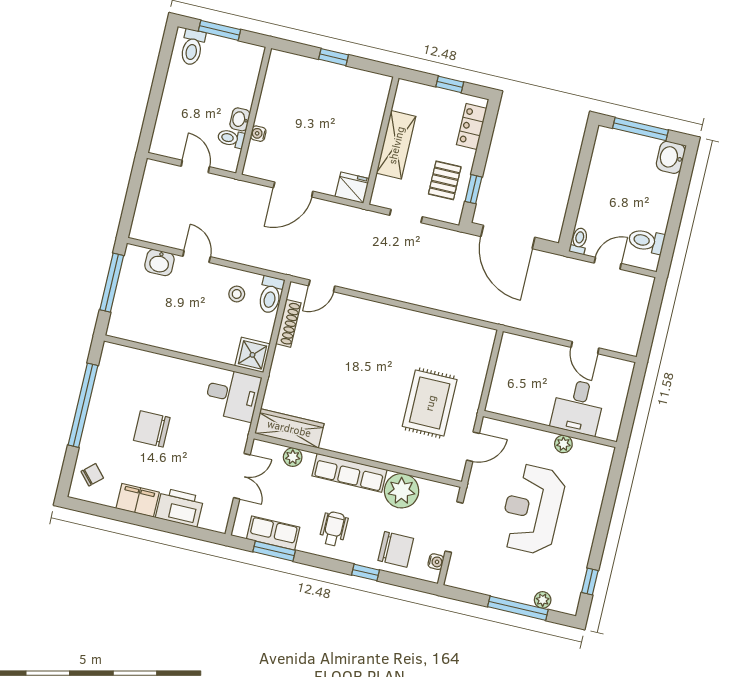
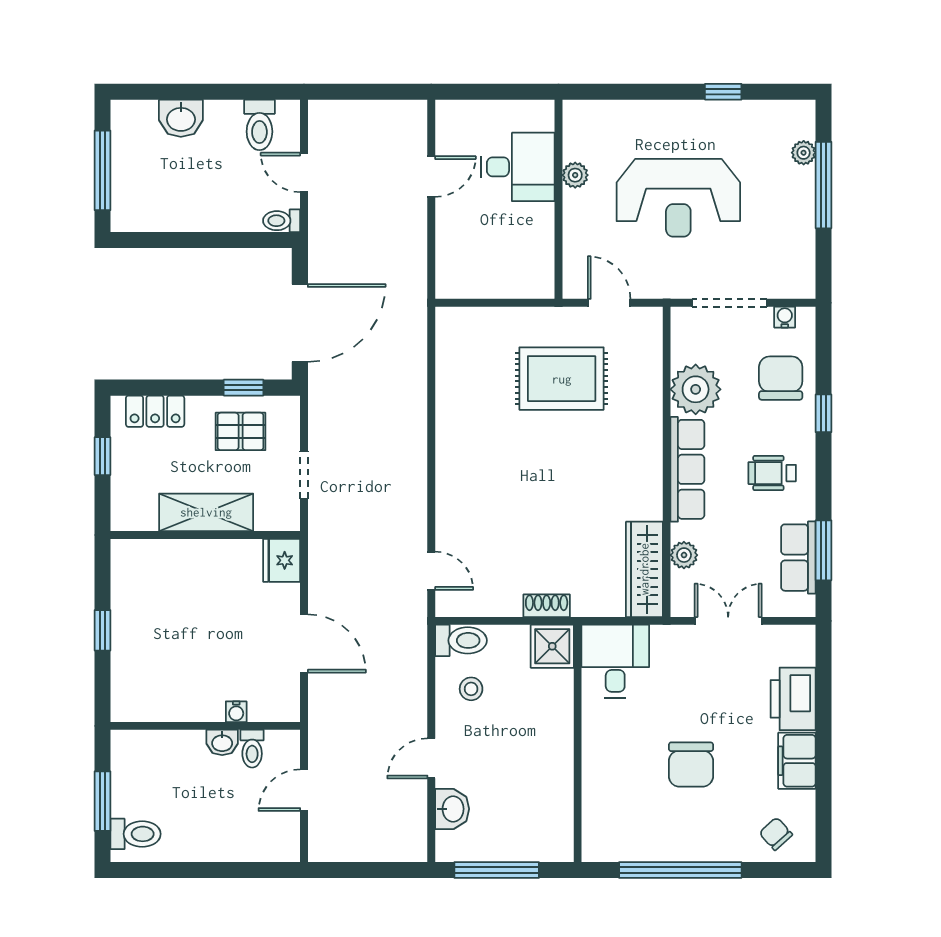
washbasin: (671, 157) -> (181, 118), moved
shoe rack: (288, 323) -> (547, 606), moved, width x0.70
window: (590, 582) -> (723, 92), moved

